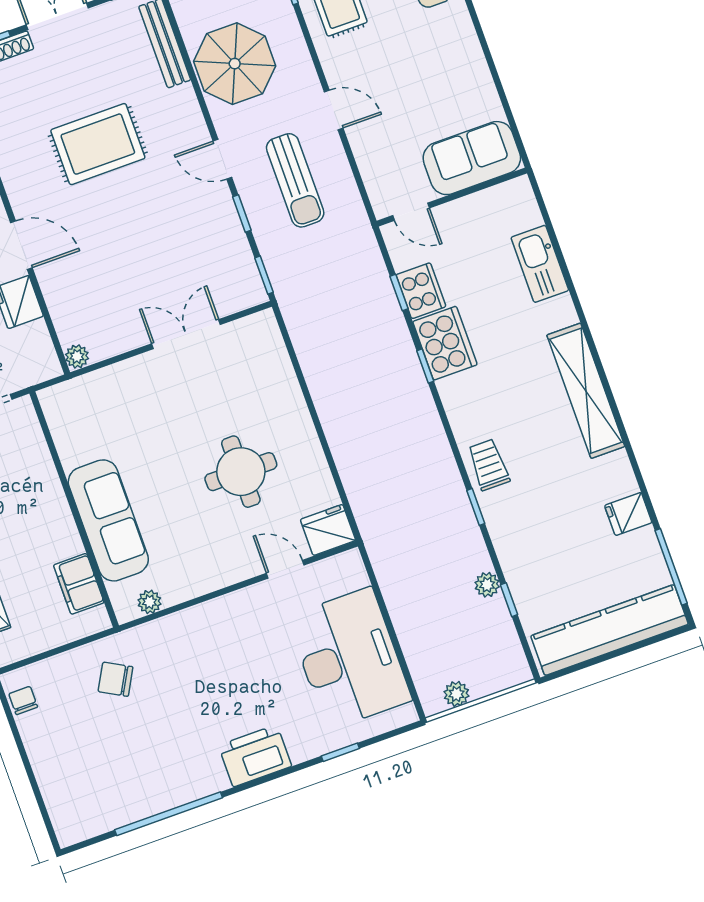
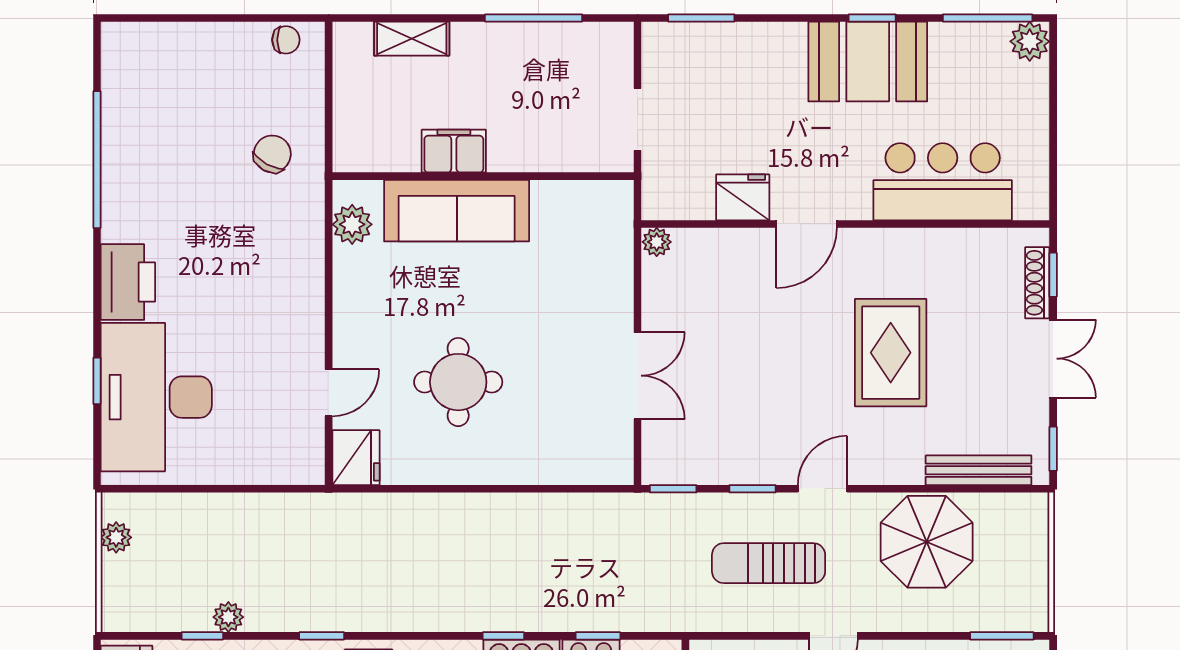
filing cabinet: (79, 584) -> (454, 151), moved
plant: (149, 602) -> (352, 224), width x1.38, depth x1.38
desk: (349, 659) -> (156, 397), moved, turned 90

